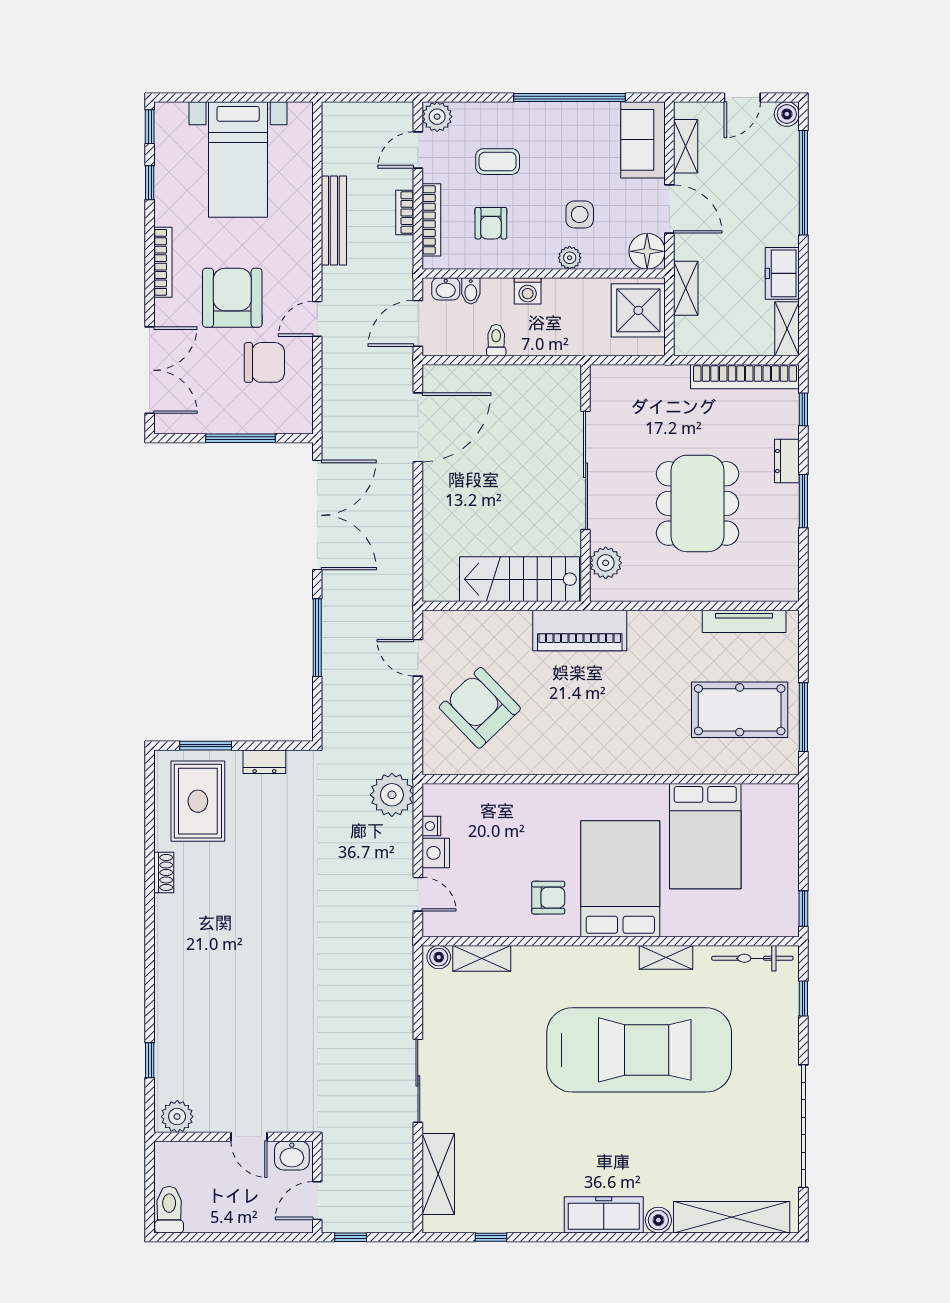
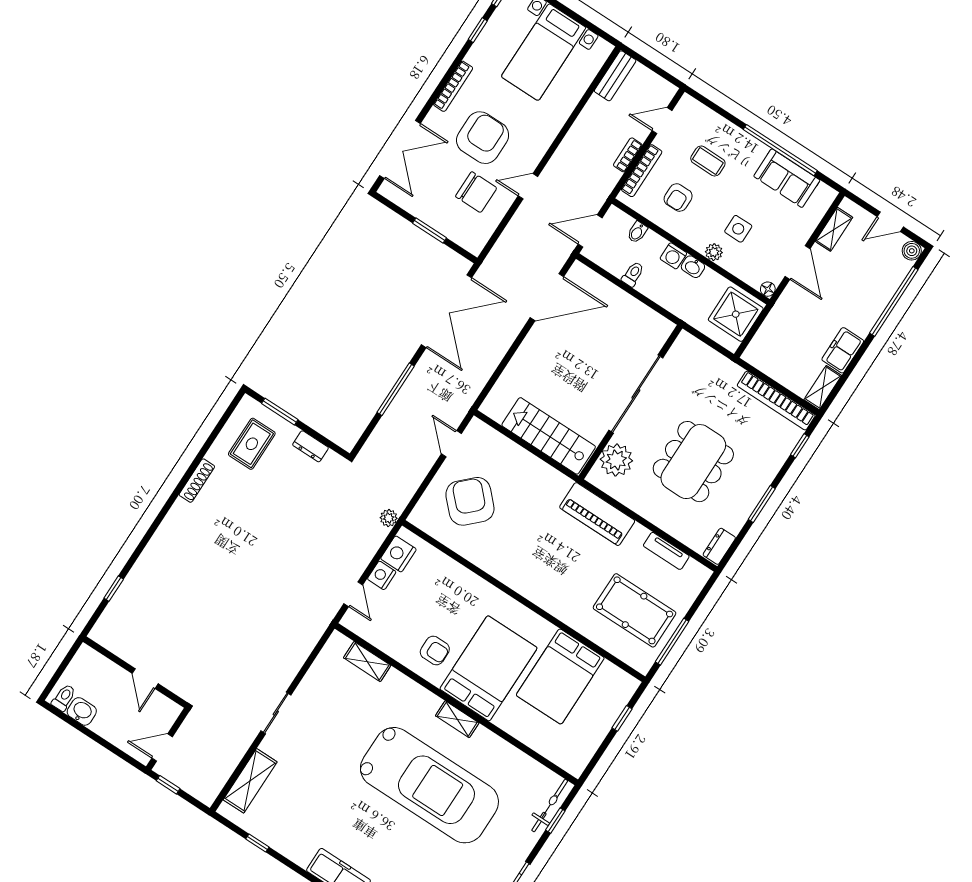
plant: (437, 117) -> (688, 107), removed
sofa: (643, 140) -> (787, 178), moved, turned -90
bench: (334, 221) -> (615, 76), moved, width x0.73
floor lamp: (647, 251) -> (768, 289), width x0.53, depth x0.53
shelving: (686, 288) -> (775, 320), removed
washbasin: (446, 289) -> (693, 267), moved
window: (241, 438) -> (430, 230), width x0.69
dresser: (787, 461) -> (719, 546), moved
plant: (606, 563) -> (616, 460), width x1.36, depth x1.36
tv unit: (744, 621) -> (666, 551), width x0.71
piano: (580, 630) -> (597, 514), moved
plant: (392, 795) -> (389, 518), width x0.53, depth x0.53
rug: (198, 801) -> (252, 444), width x0.73, depth x0.70
nightstand: (431, 826) -> (398, 554), width x1.89, depth x1.79
shoe rack: (164, 872) -> (197, 481), width x1.43
window: (803, 909) -> (622, 718), moved
boiler: (439, 957) -> (340, 643), removed
shelving: (666, 957) -> (457, 719), moved
bicycle: (752, 958) -> (550, 805), moved, turned 90
sliding door: (418, 1081) -> (276, 713), width x0.73
plant: (177, 1117) -> (108, 636), removed
washbasin: (292, 1155) -> (82, 711), moved, turned 180
toilet: (169, 1210) -> (64, 698), width x0.73, depth x0.72

